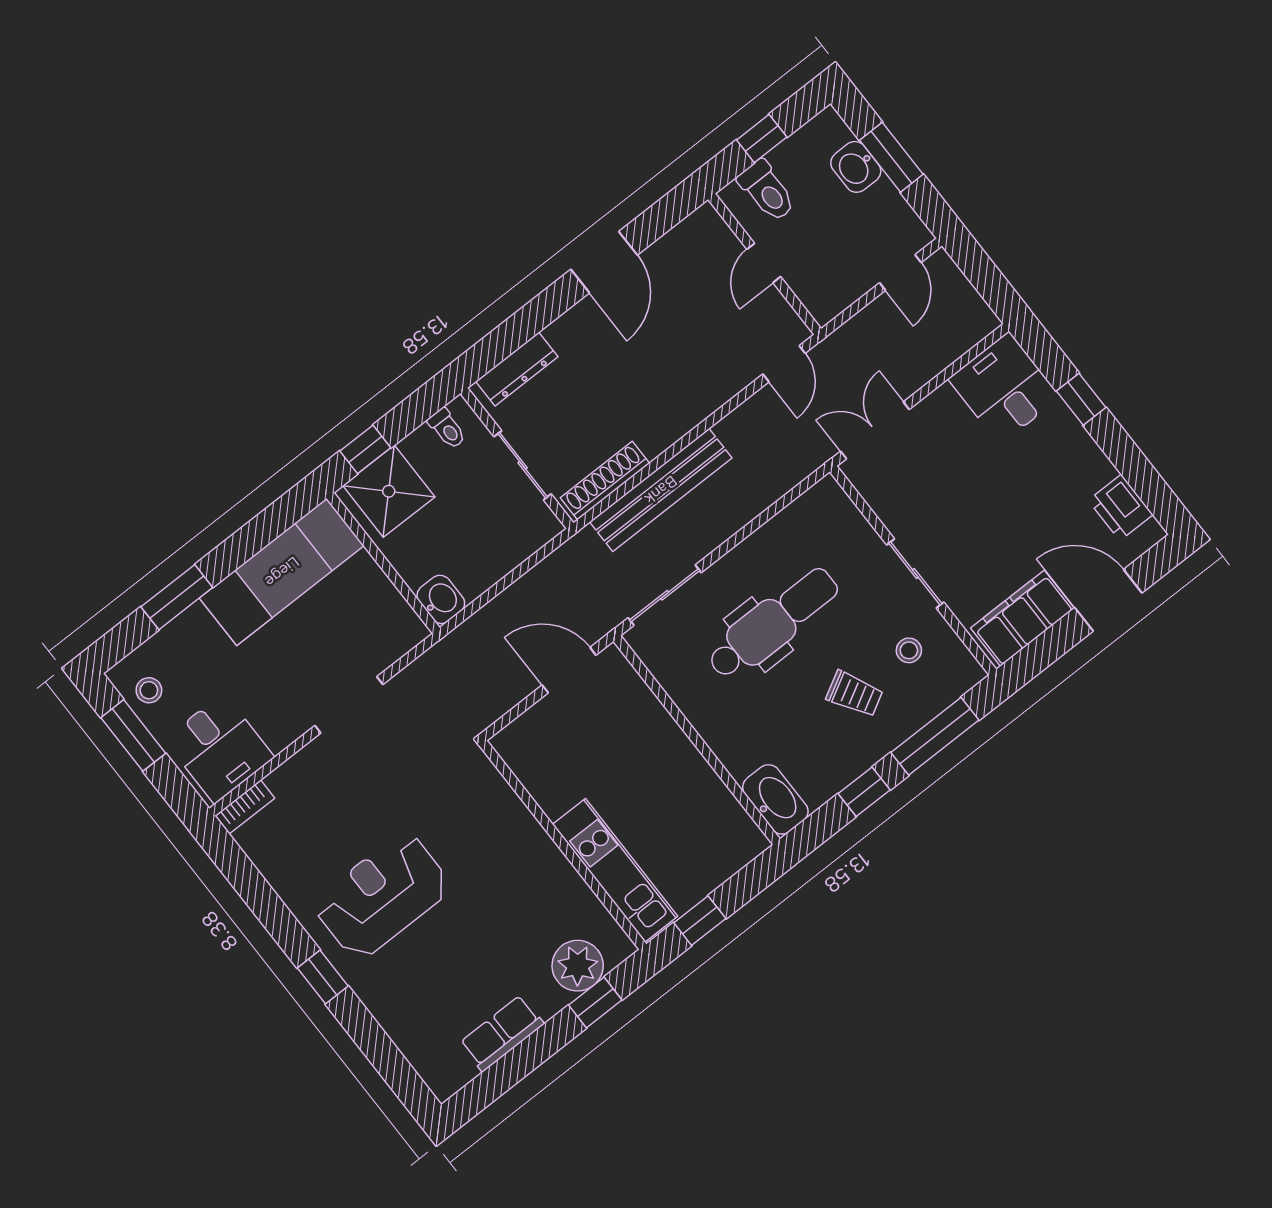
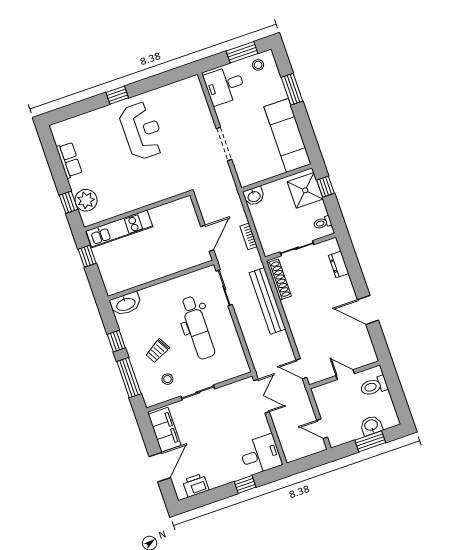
window: (762, 139) -> (396, 391), removed
dresser: (517, 369) -> (339, 264), width x0.70
bookcase: (245, 807) -> (249, 236), moved

